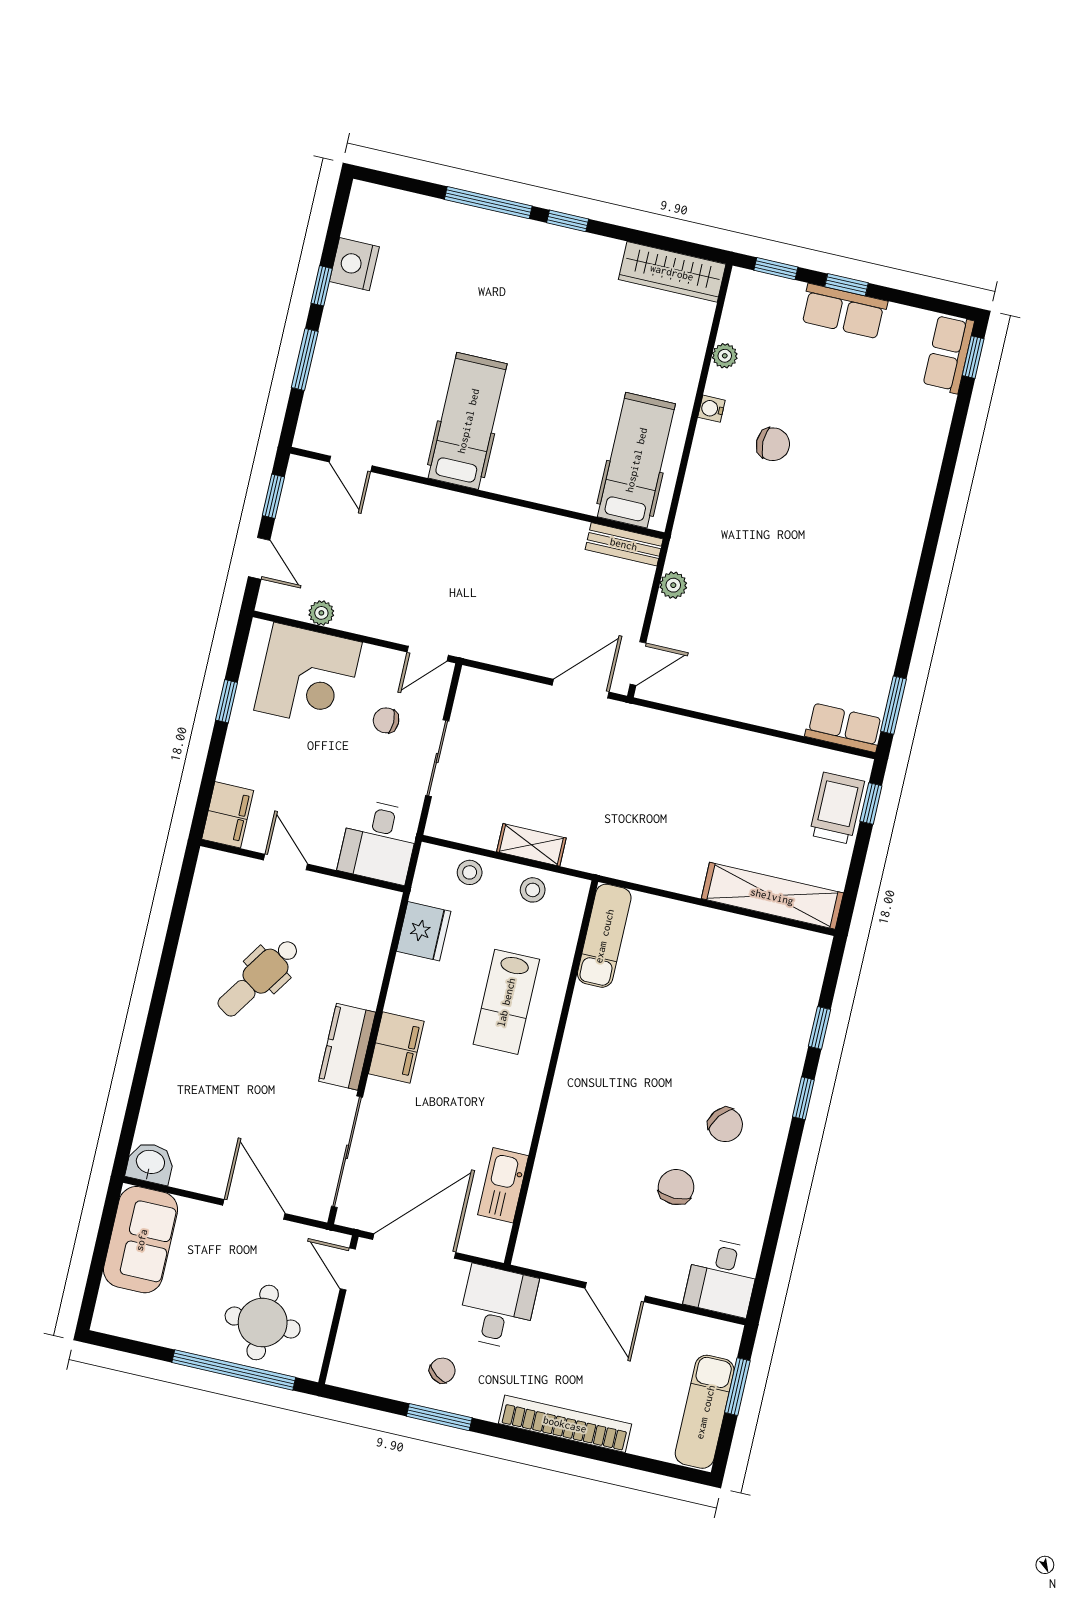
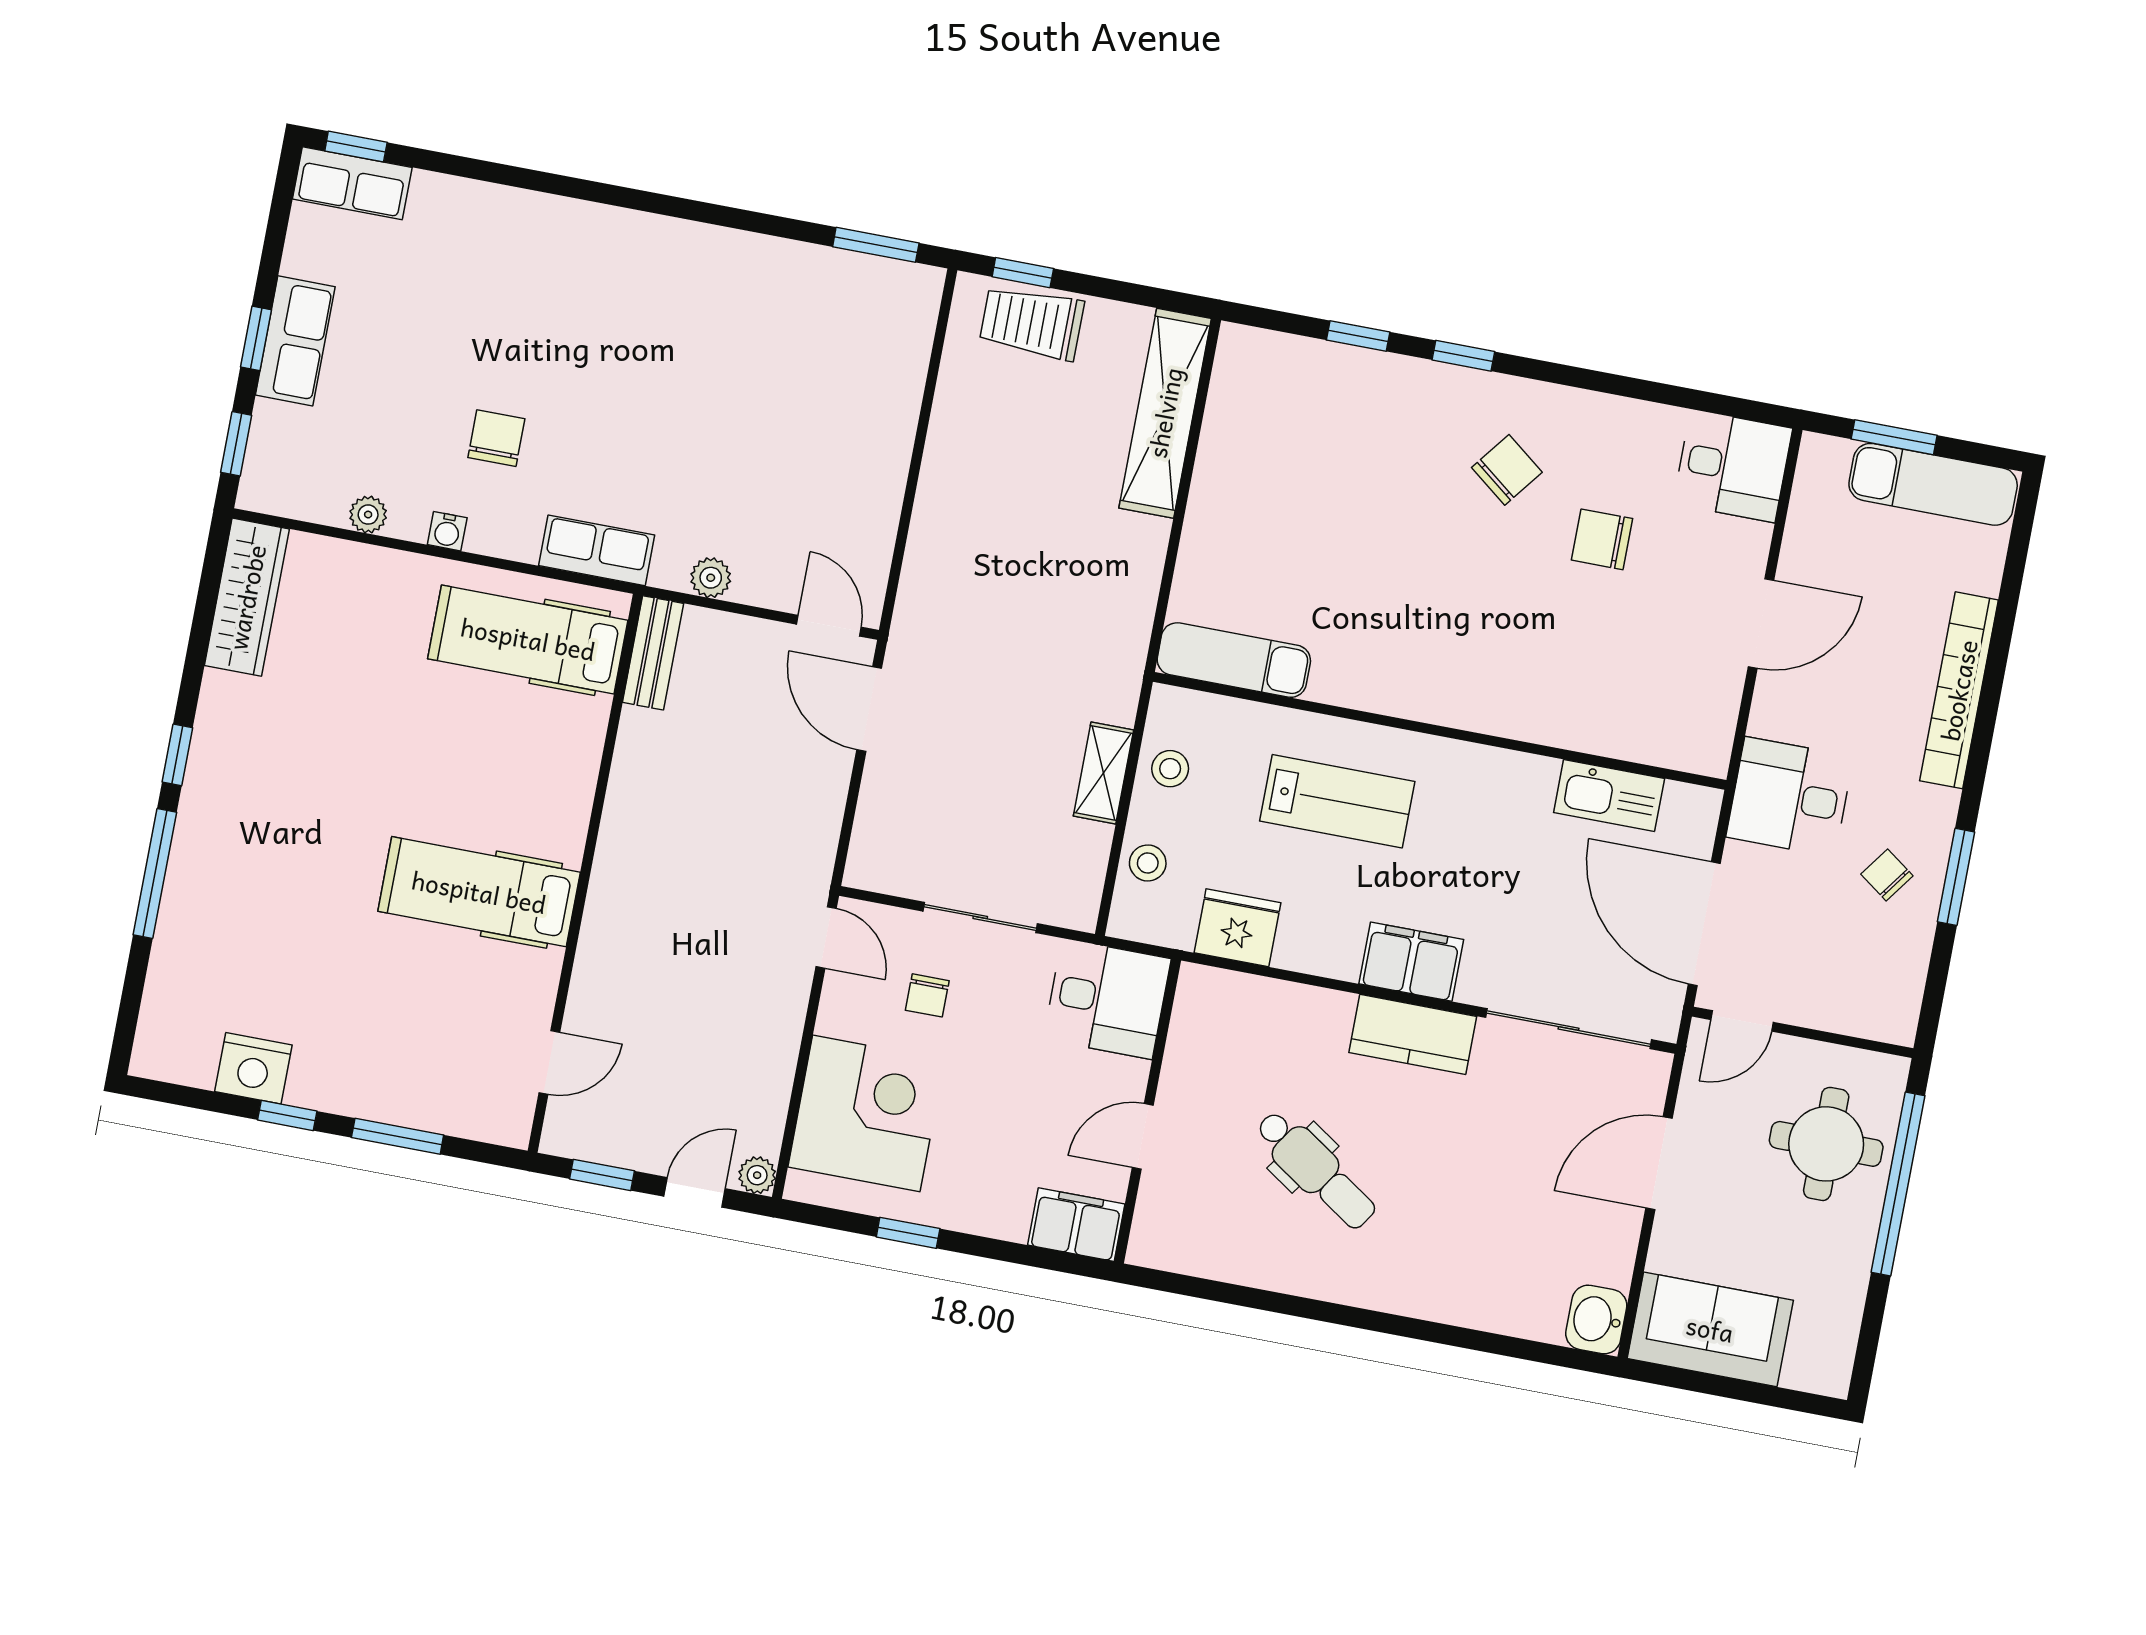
plant: (321, 613) -> (757, 1175), moved
row of seats: (844, 728) -> (597, 550), moved, turned 90

